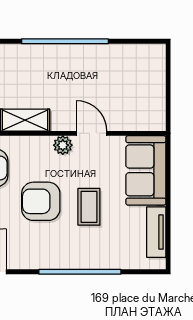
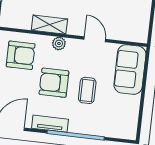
plant: (63, 145) -> (59, 43), moved
tv unit: (156, 232) -> (50, 124), moved, turned 90

